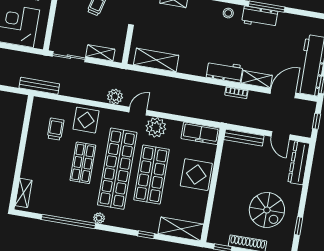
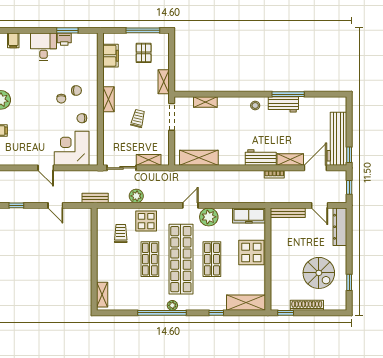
bench: (39, 86) -> (95, 198), width x0.73
plant: (115, 97) -> (136, 196), moved
shop shelf: (151, 175) -> (212, 259), width x0.70, depth x0.74
window: (68, 221) -> (162, 313), moved

